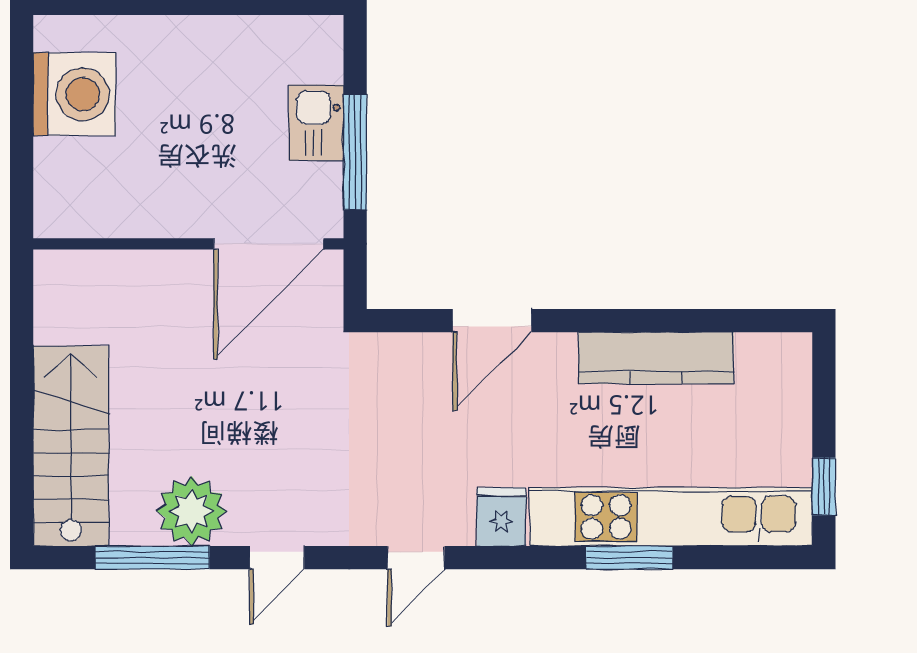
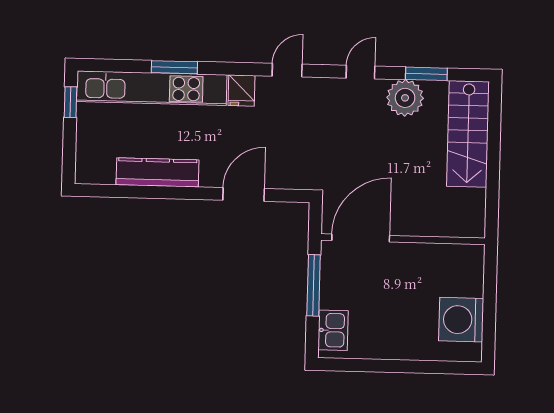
kitchen sink: (316, 123) -> (333, 330), moved
window: (152, 558) -> (426, 74), width x0.69

